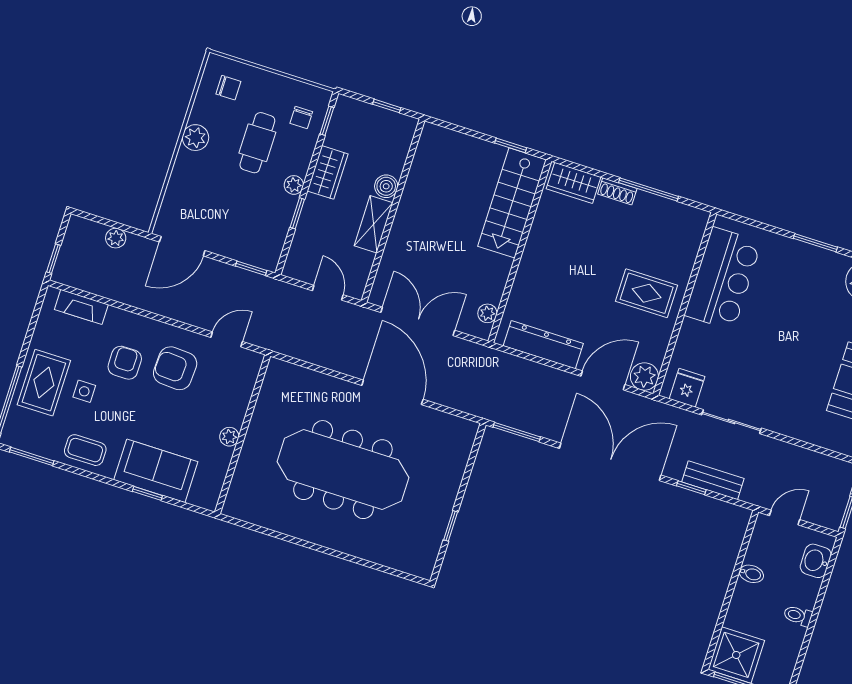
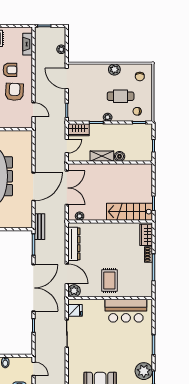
wardrobe: (328, 172) -> (79, 130), moved
bench: (713, 480) -> (40, 227), moved

